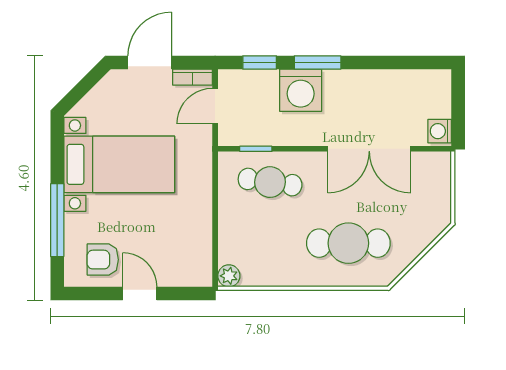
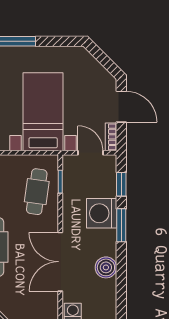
boiler: (377, 84) -> (106, 267), added
bed with nightstands: (119, 164) -> (43, 112), moved, turned 180

